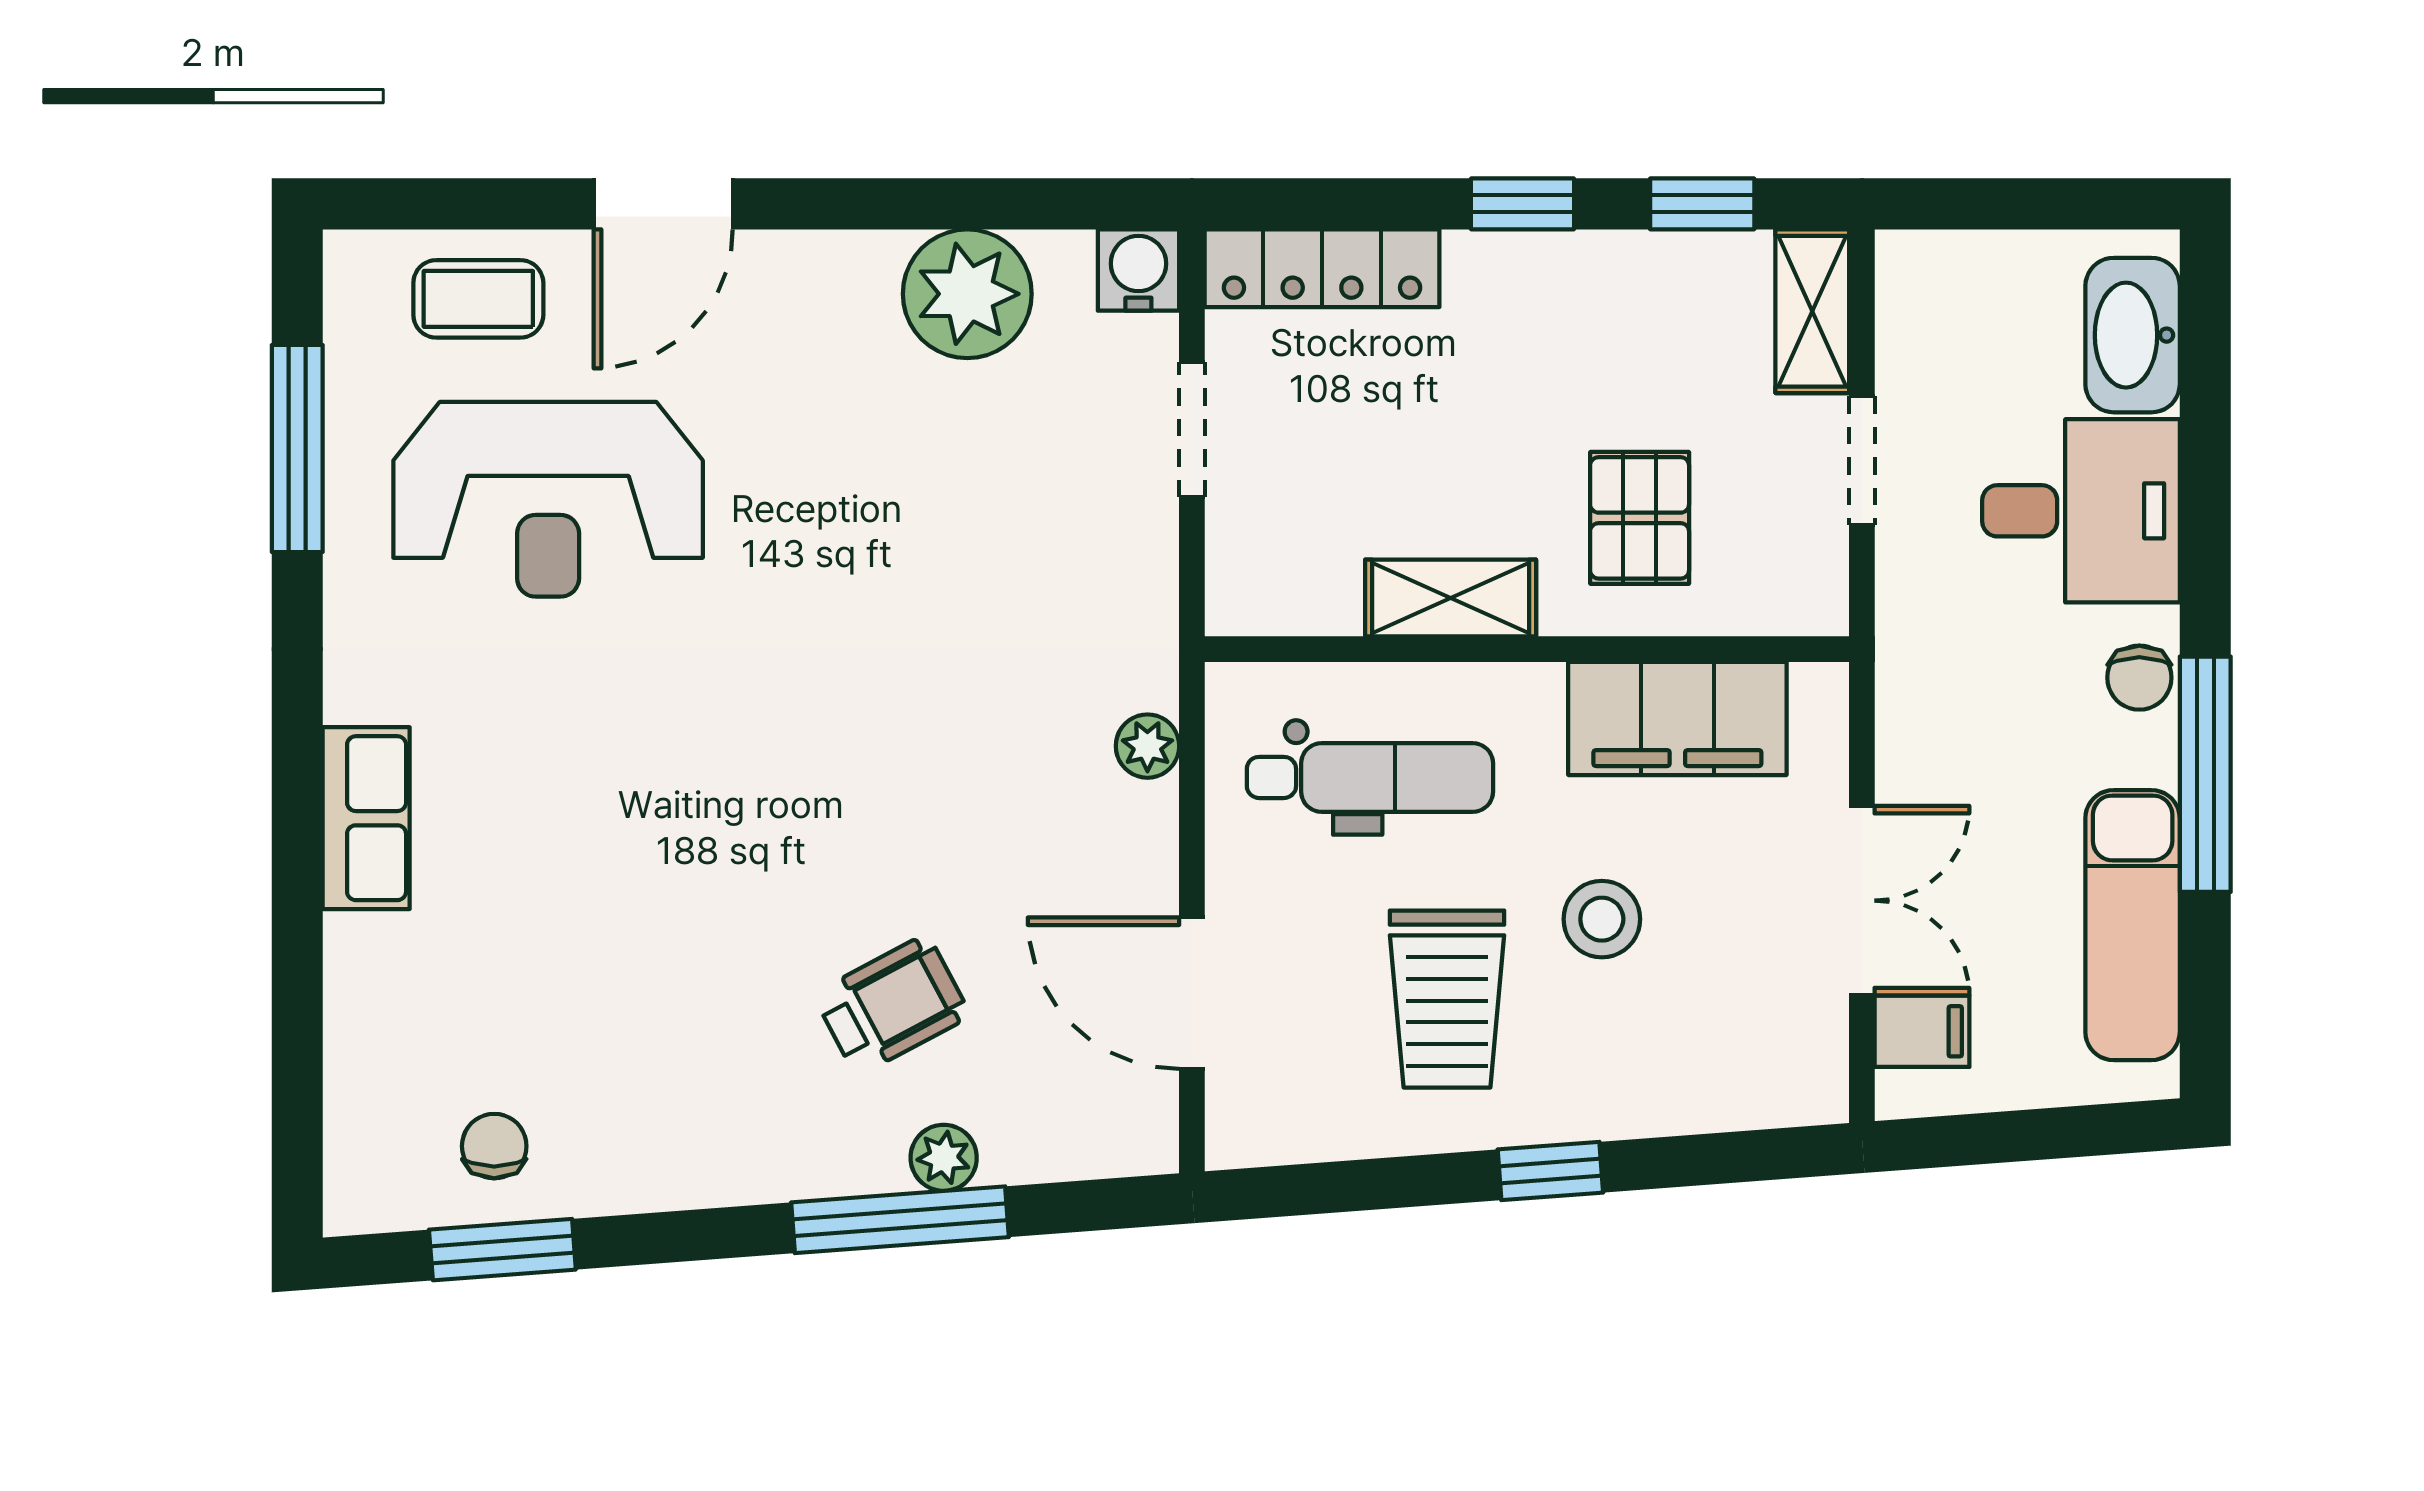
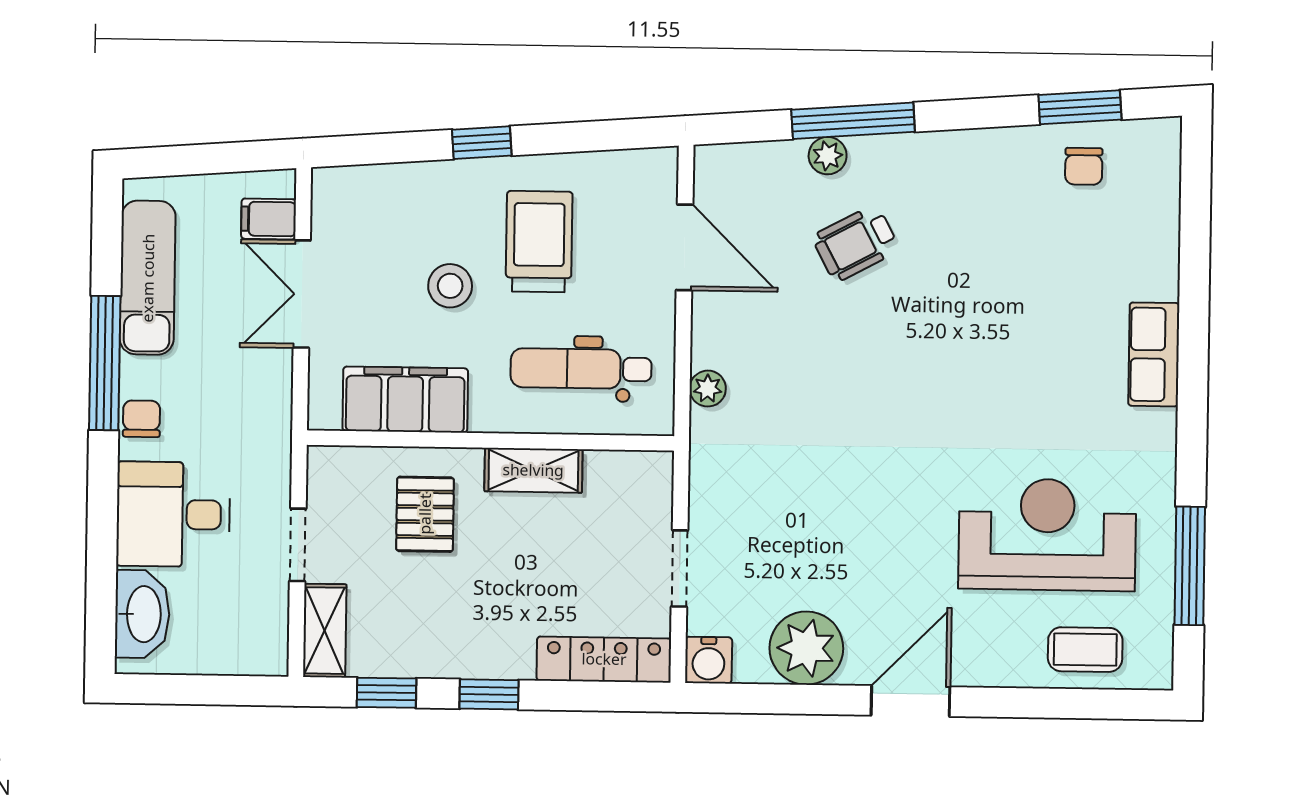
door: (663, 204) -> (911, 701), moved

